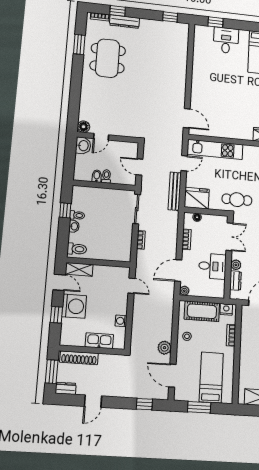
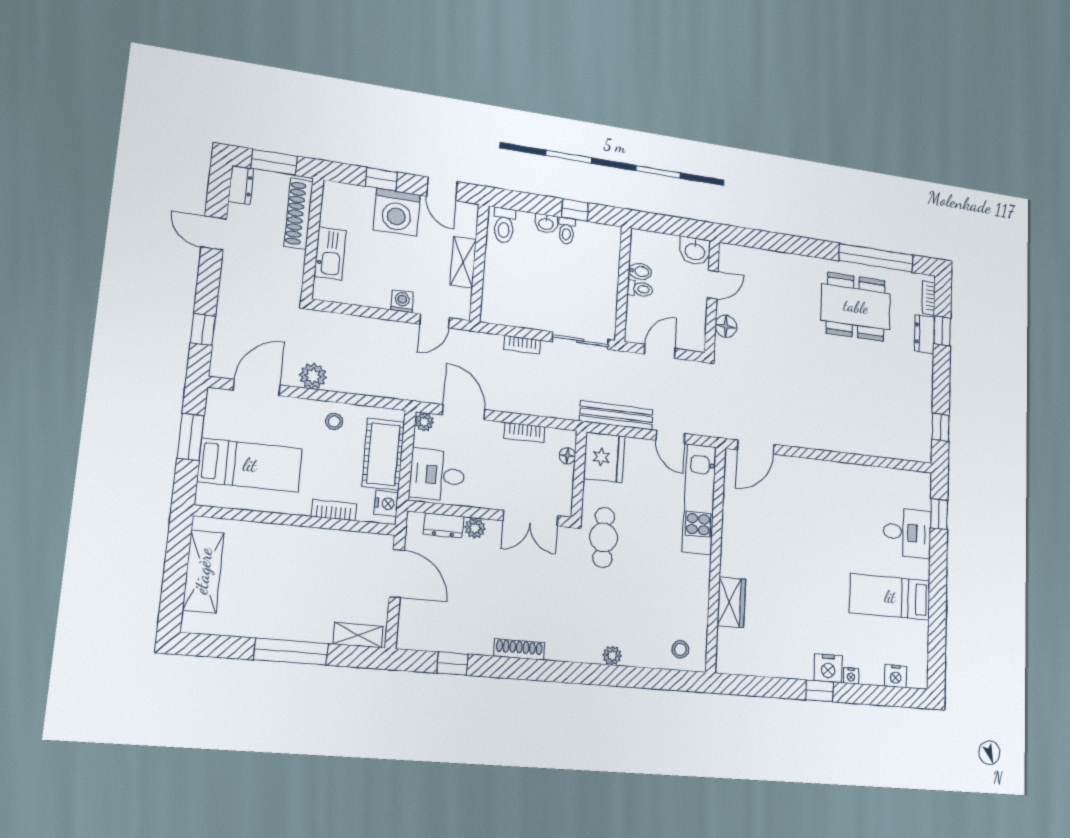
dresser: (125, 22) -> (924, 334), width x0.70
window: (79, 44) -> (876, 258), width x2.11
floor lamp: (84, 127) -> (726, 326), moved
door: (101, 137) -> (713, 285), swing flipped
desk: (212, 266) -> (437, 475), moved, turned 90
shelving: (79, 269) -> (463, 262), moved
door: (59, 282) -> (442, 189), hinge flipped
washing machine: (121, 321) -> (402, 301), moved

